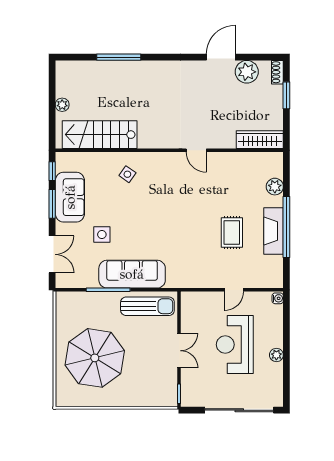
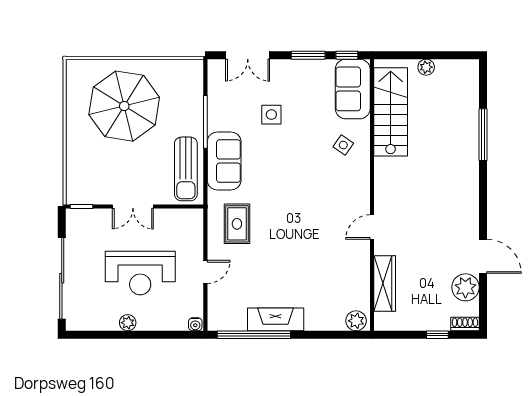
window: (286, 95) -> (437, 335), width x0.67
wardrobe: (260, 140) -> (385, 284), moved
plant: (275, 187) -> (356, 321), moved
sofa: (70, 197) -> (353, 89), moved, turned 90
window: (286, 227) -> (254, 335), moved
rug: (232, 232) -> (237, 224), moved, turned 90
sofa: (132, 274) -> (224, 161), width x0.73
door: (234, 290) -> (205, 272), swing flipped
reception desk: (235, 345) -> (140, 273), turned 180

